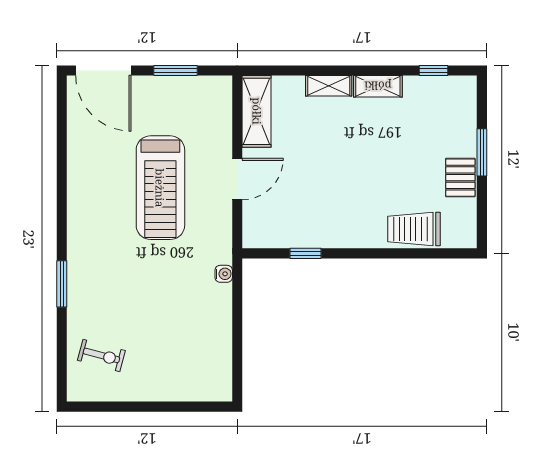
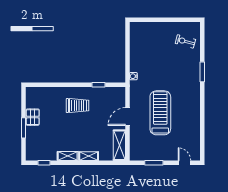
door: (103, 71) -> (185, 163), width x0.53
trolley: (414, 229) -> (78, 106), moved

